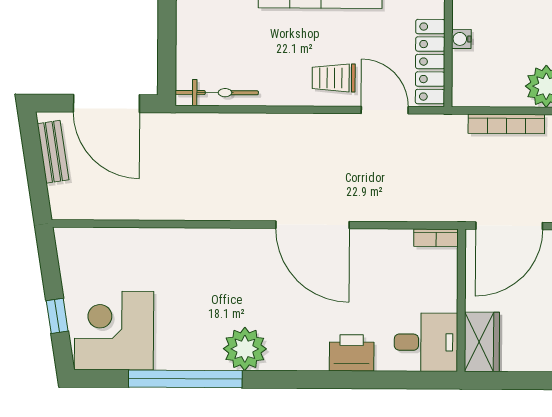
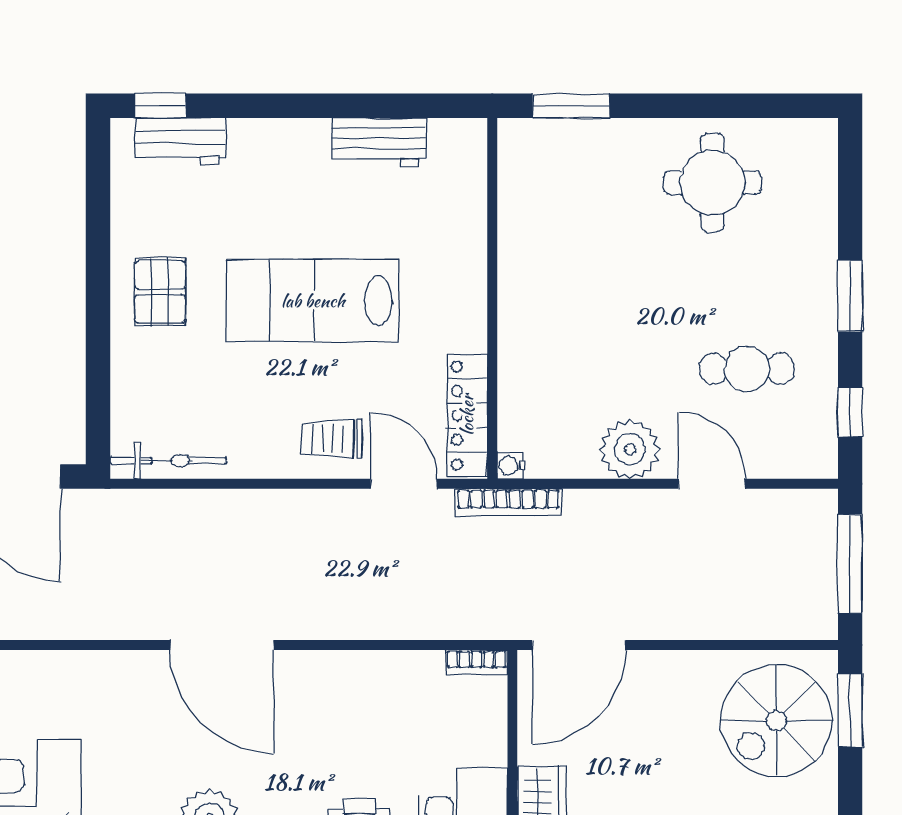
water cooler: (461, 39) -> (511, 465), moved
bookcase: (506, 124) -> (508, 502), moved
door: (313, 225) -> (222, 645), moved

